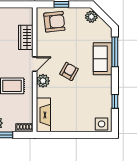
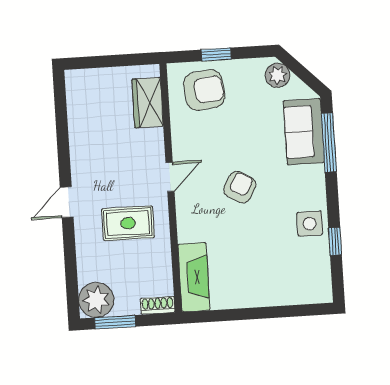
wardrobe: (26, 37) -> (148, 103), moved
sofa: (103, 59) -> (304, 132), moved
plant: (43, 81) -> (189, 209), removed
side table: (102, 124) -> (310, 224), moved

